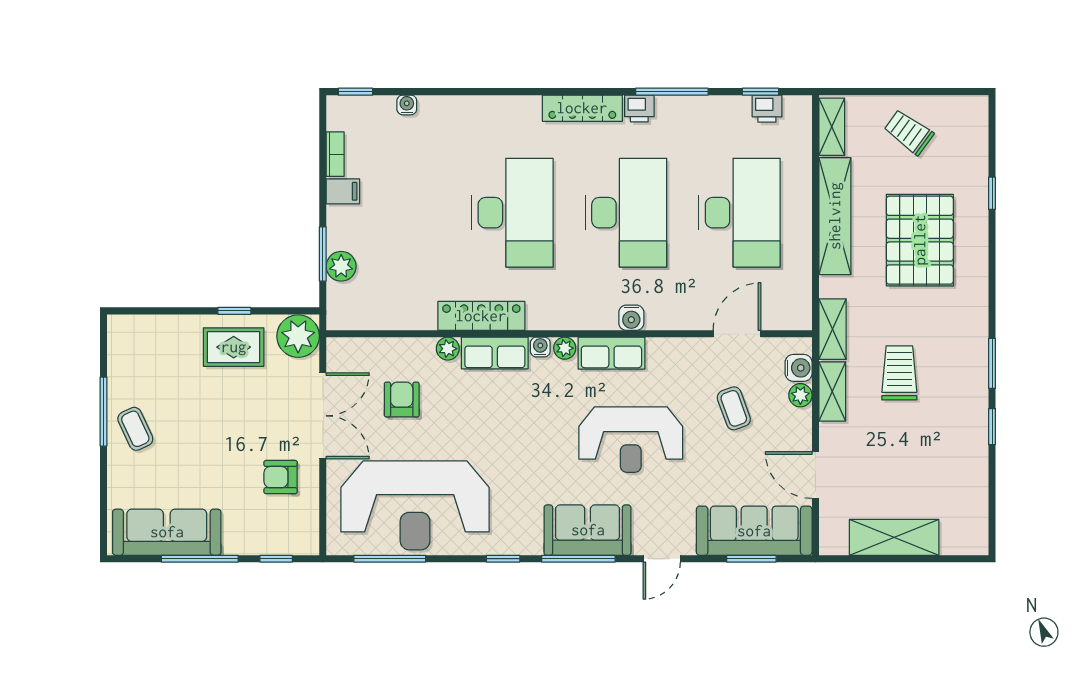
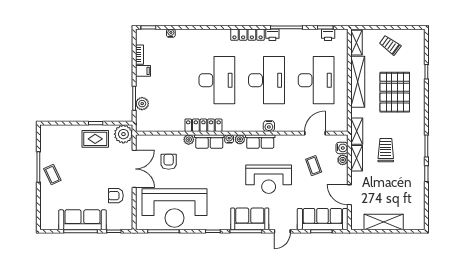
sofa: (167, 532) -> (82, 220), moved

